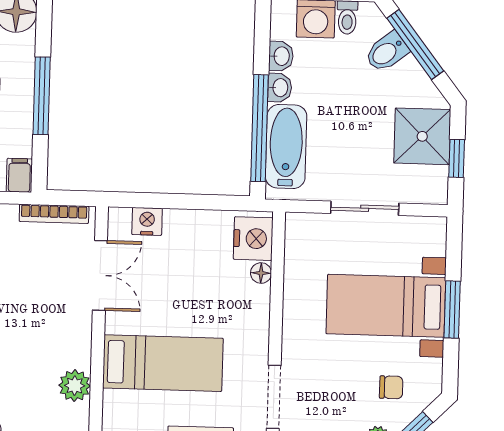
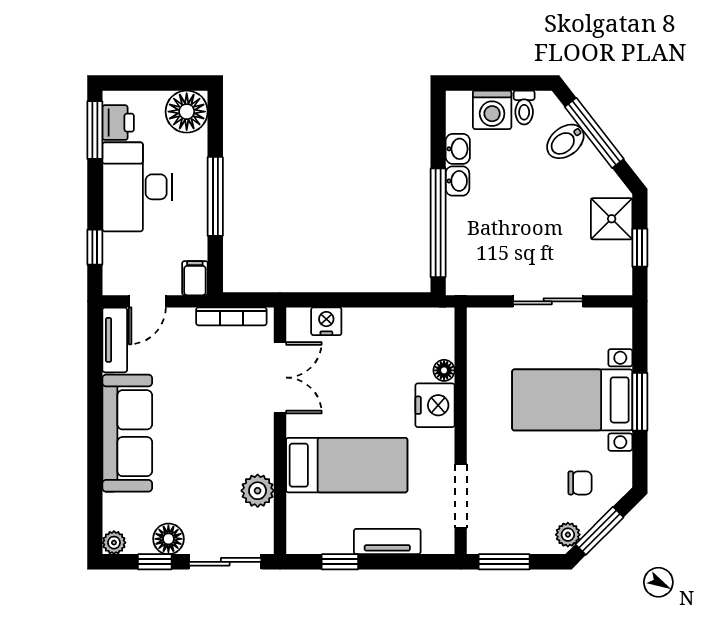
shower: (422, 136) -> (612, 219), width x0.73, depth x0.73
bathtub: (286, 146) -> (466, 241), removed
nightstand: (253, 239) -> (435, 405), moved

